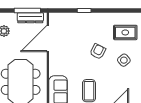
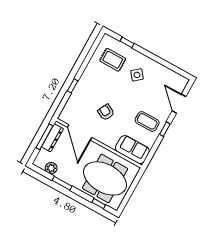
rug: (125, 32) -> (113, 60), turned 90
armchair: (98, 51) -> (106, 112), moved

